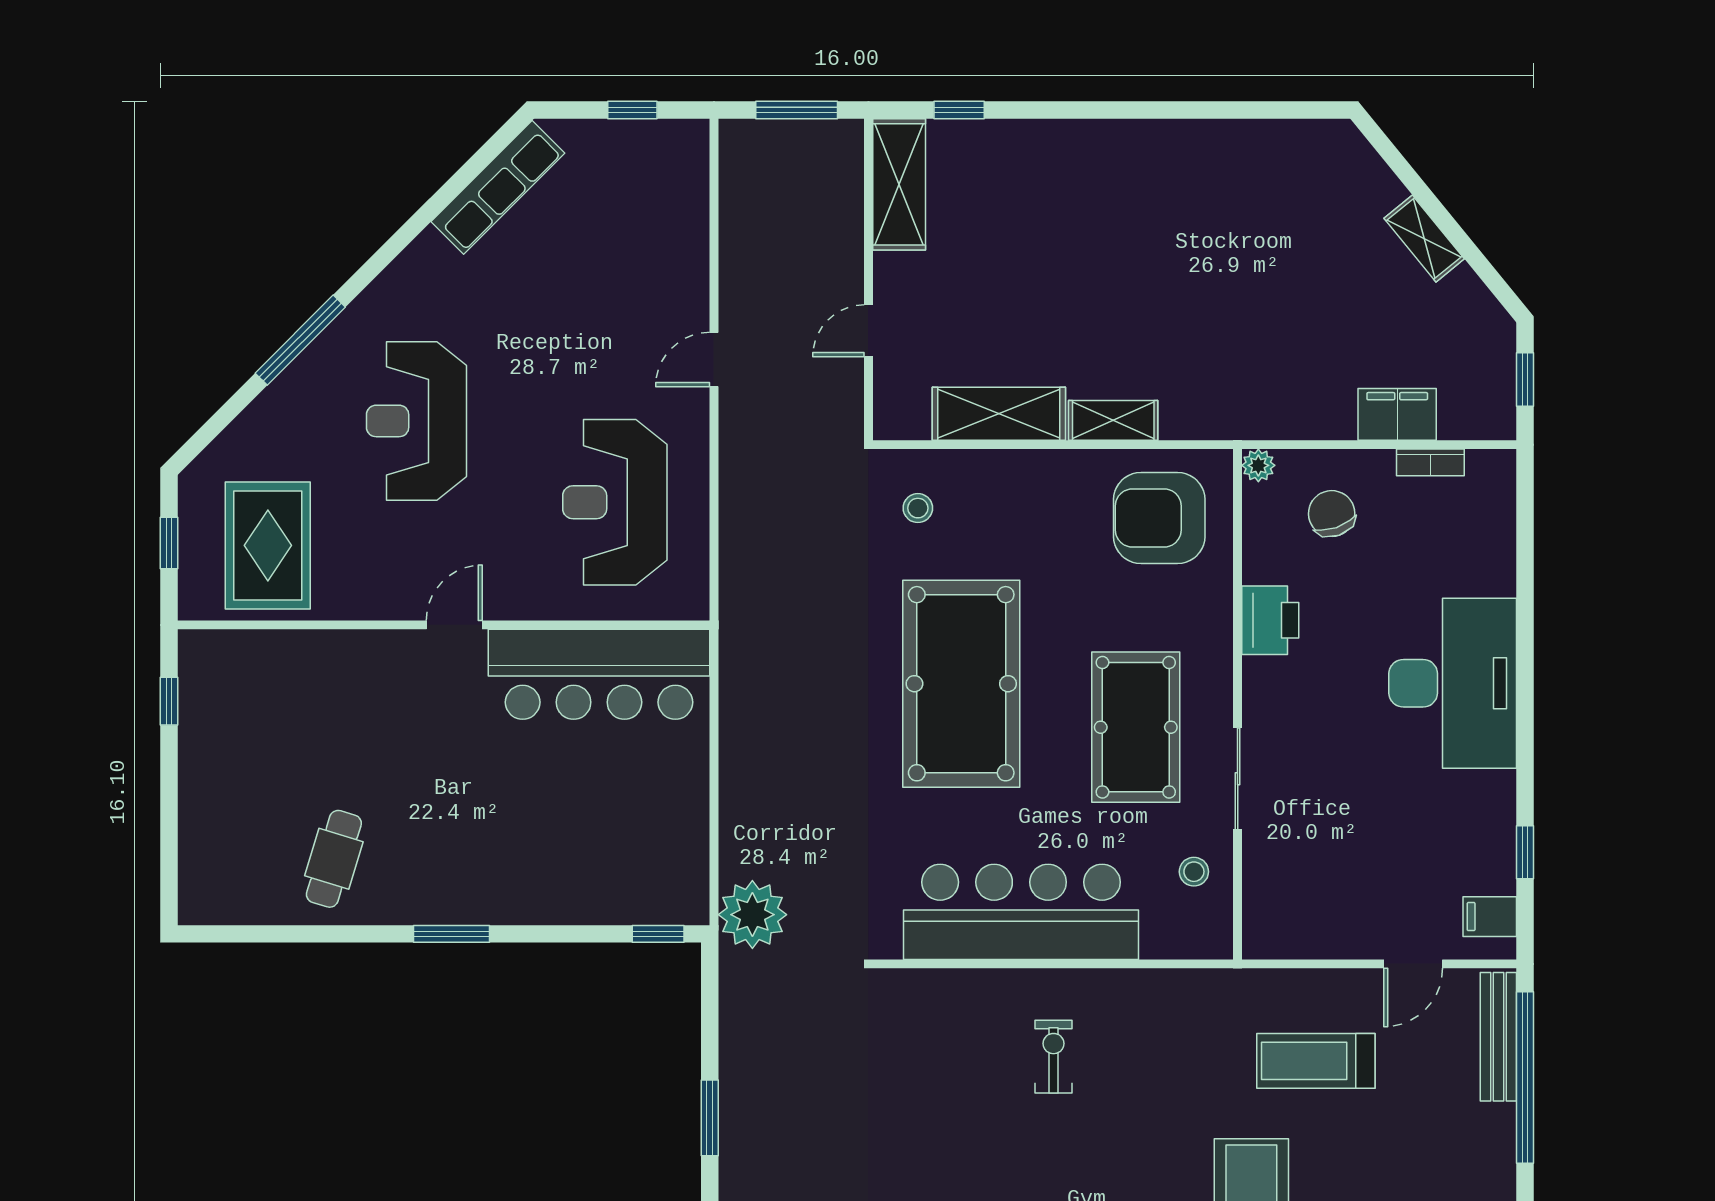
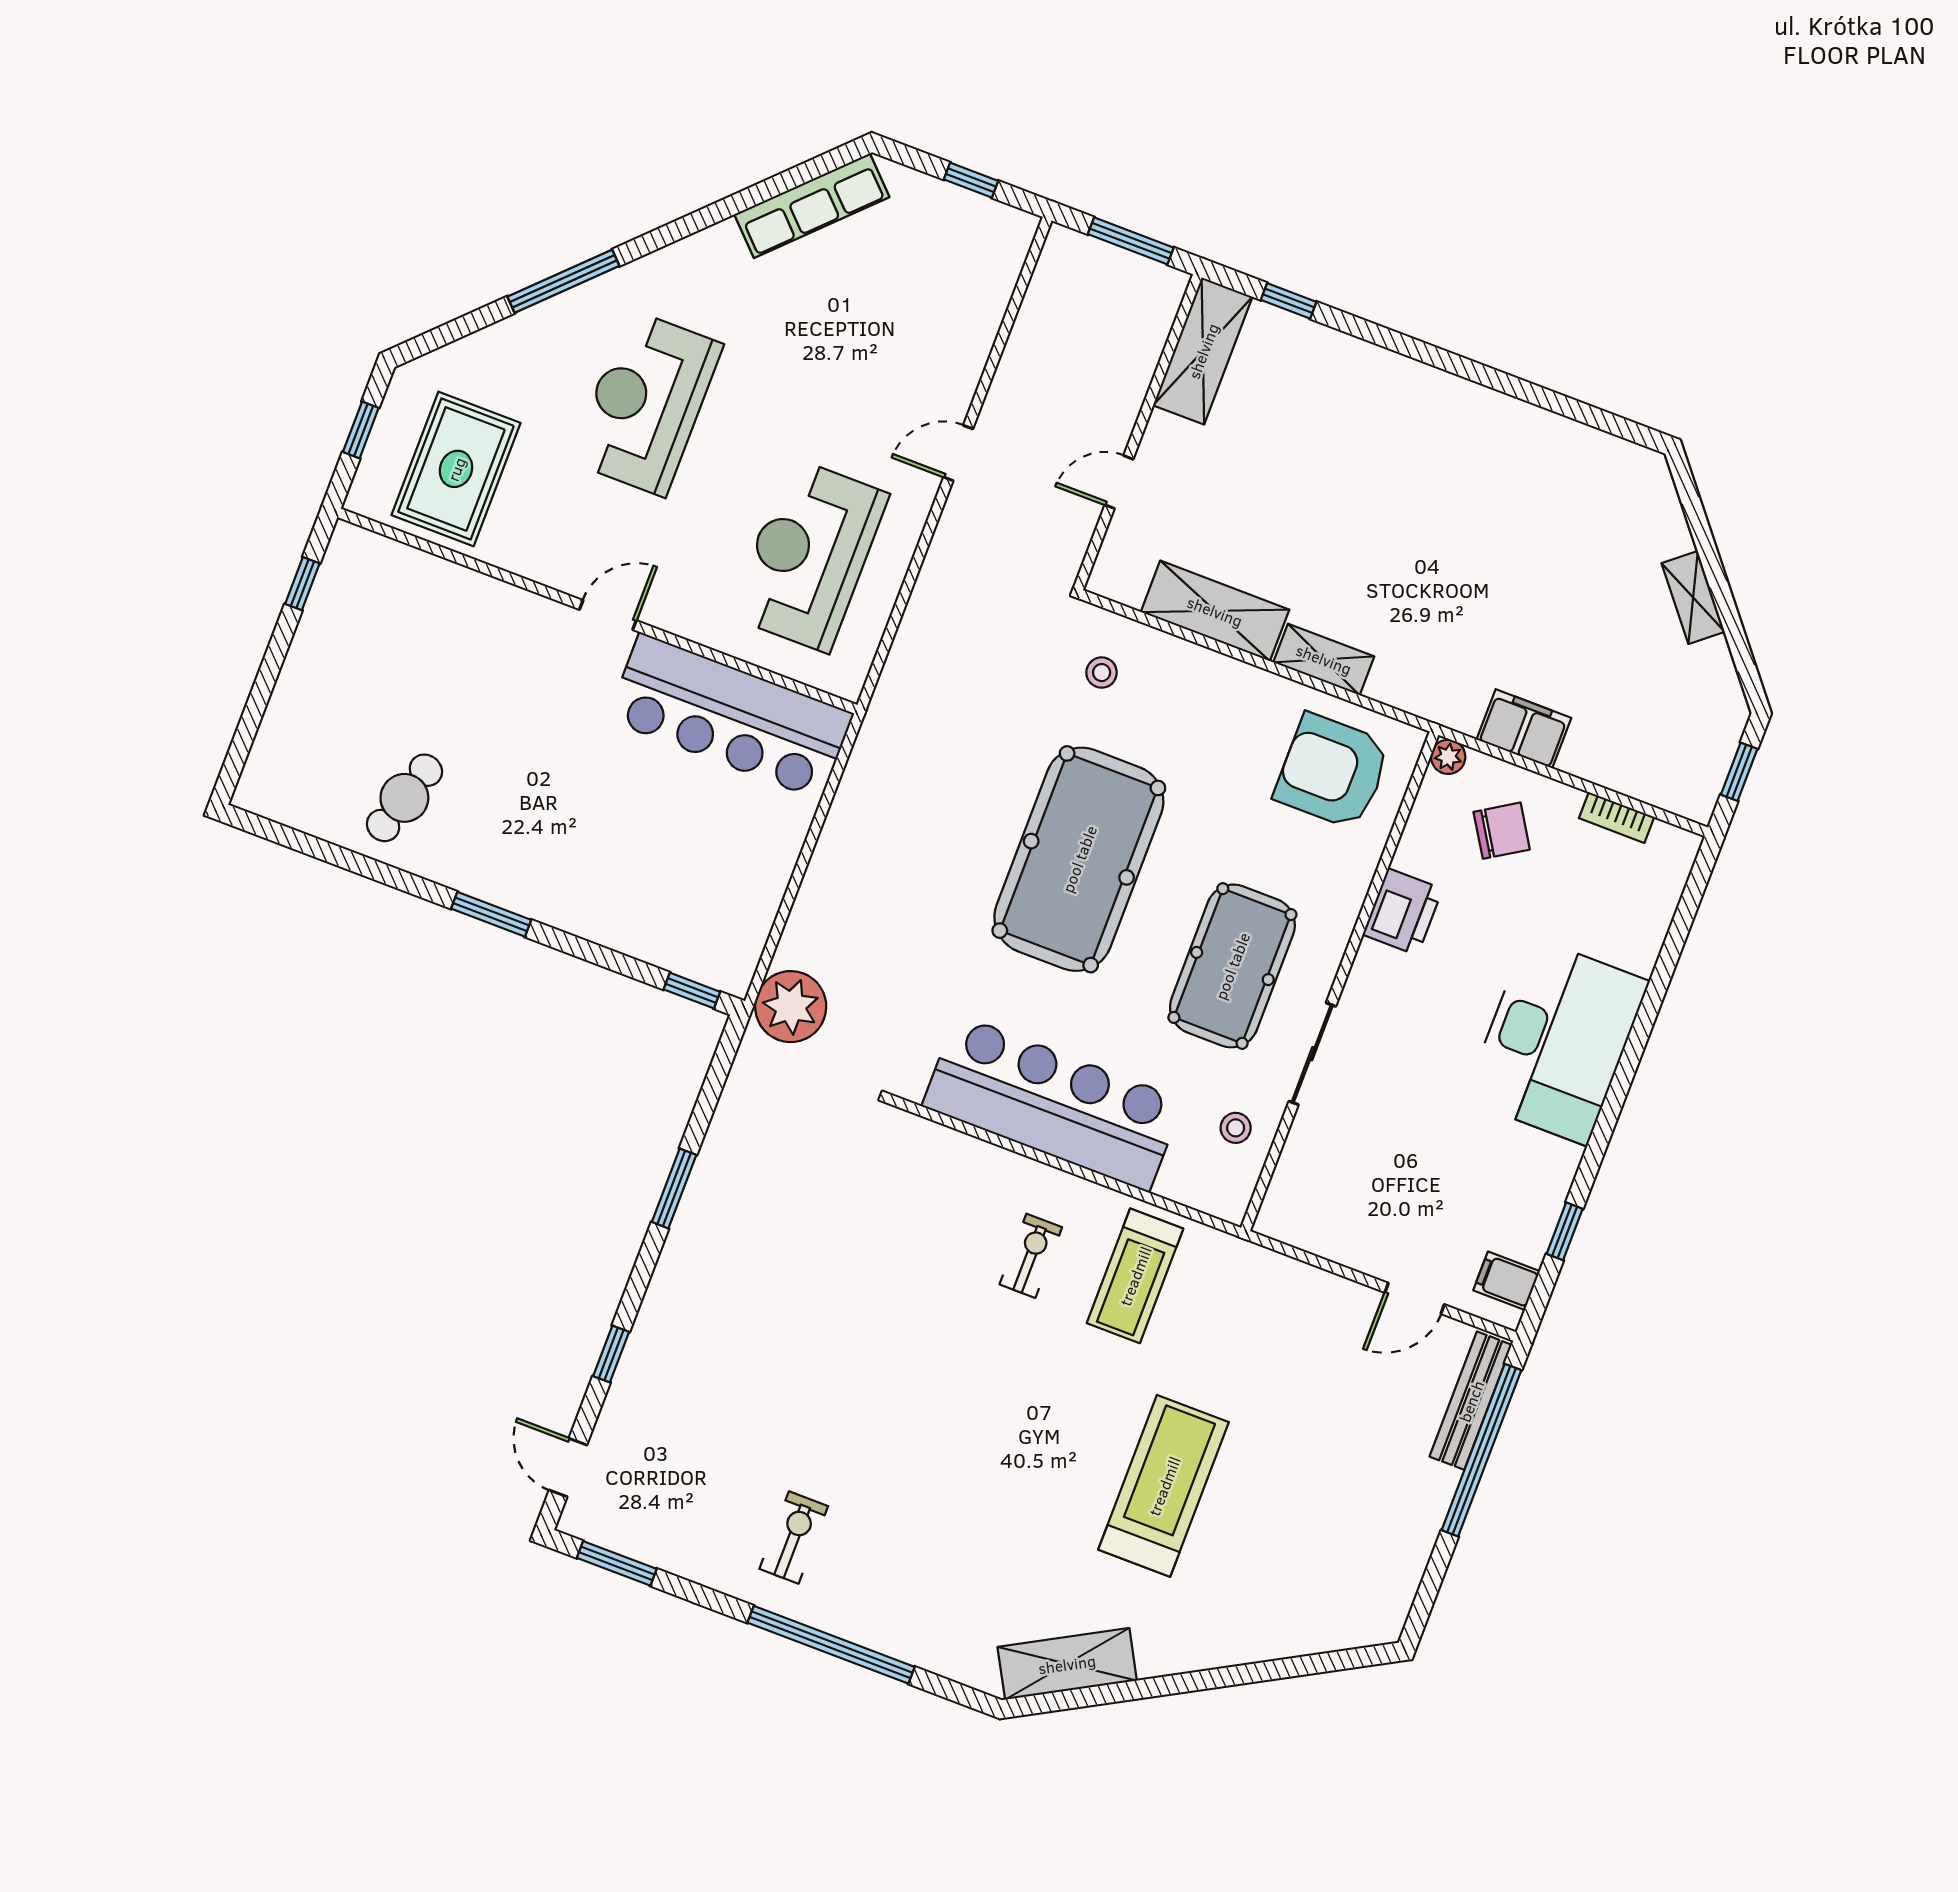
filing cabinet: (1397, 414) -> (1524, 729), moved
chair: (1332, 514) -> (1502, 831), turned 77
treadmill: (1316, 1061) -> (1135, 1276), moved, turned -90

